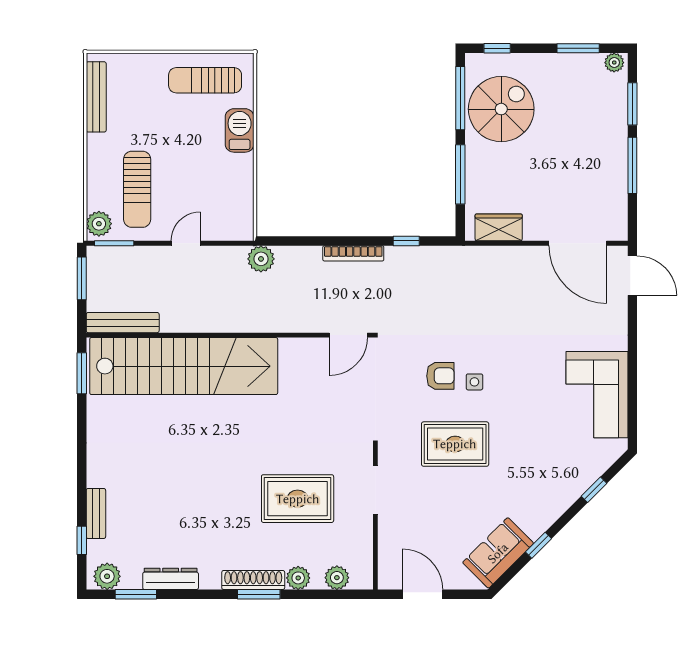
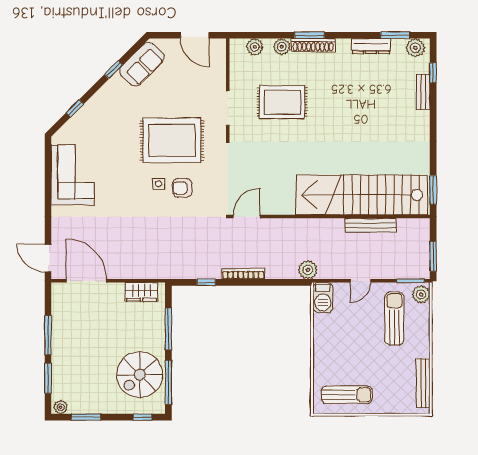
barbecue: (240, 130) -> (323, 298), moved
bench: (123, 323) -> (370, 225), moved
rug: (455, 444) -> (172, 140), width x1.37, depth x1.44

